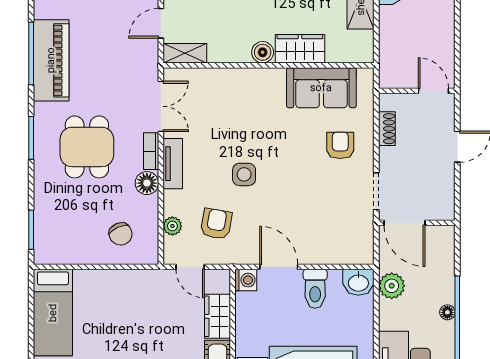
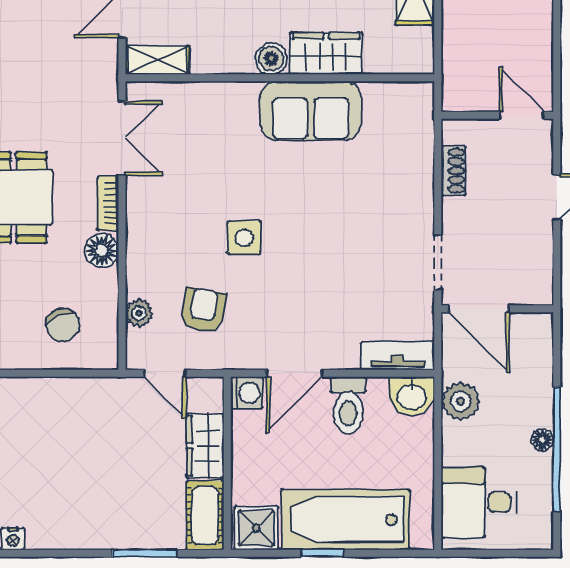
sofa: (321, 88) -> (311, 111), moved
armchair: (340, 145) -> (385, 195), removed
tv unit: (173, 164) -> (398, 356), moved, turned -90
door: (279, 267) -> (295, 373), swing flipped

